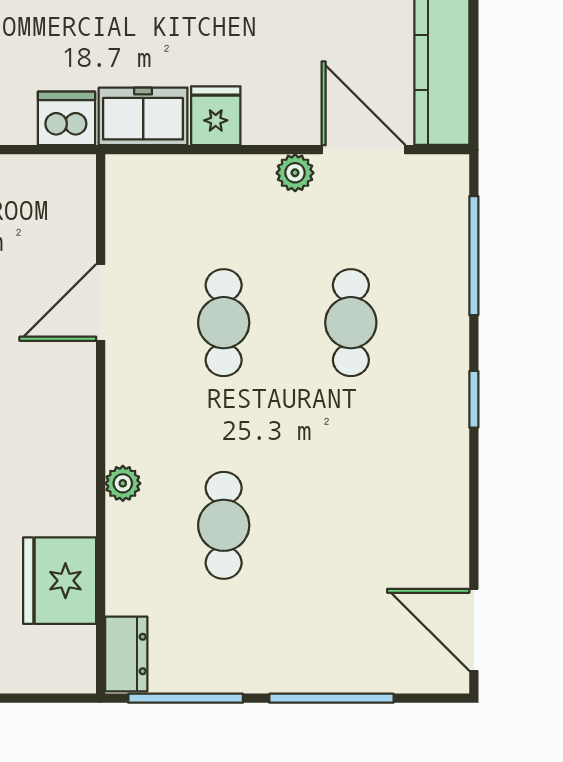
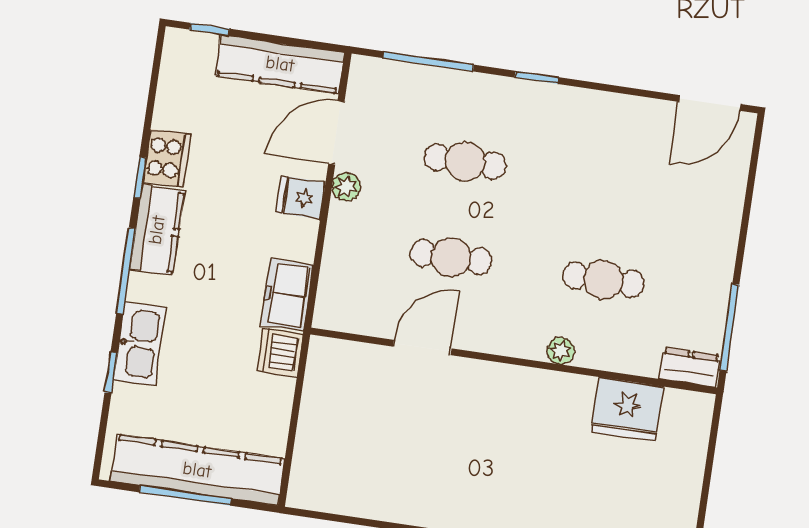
fridge: (216, 116) -> (301, 198), moved
door: (101, 302) -> (422, 347), swing flipped
window: (331, 698) -> (746, 218), removed

